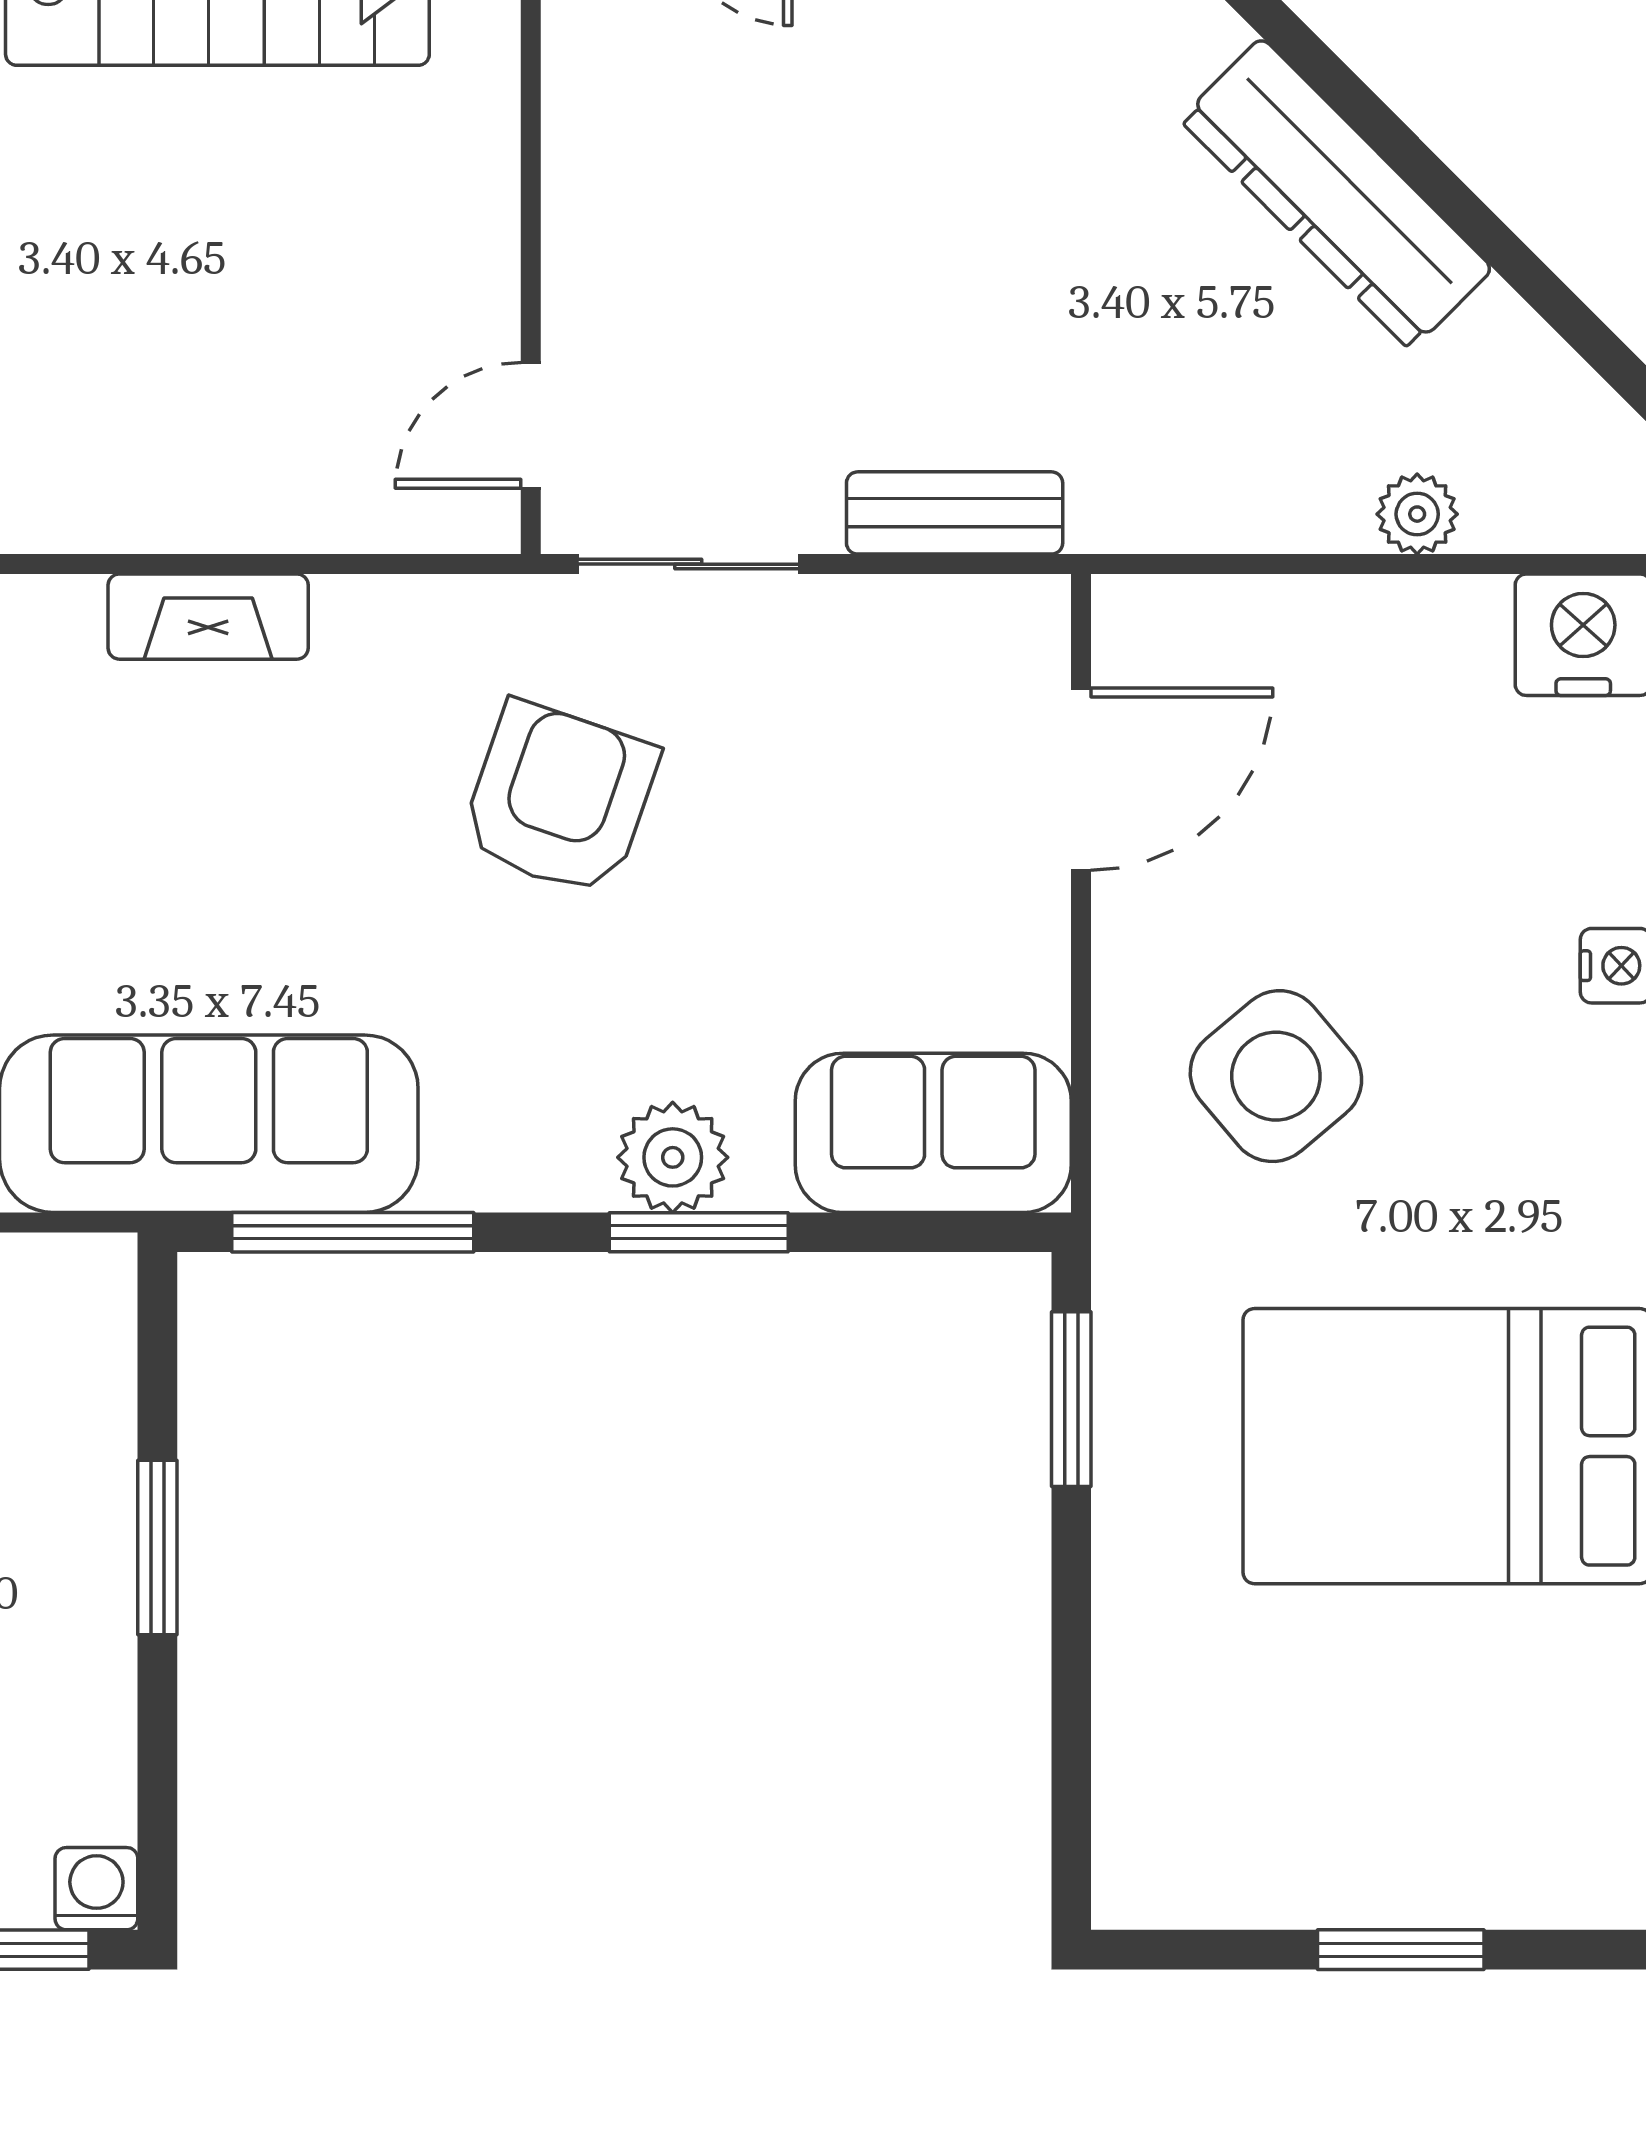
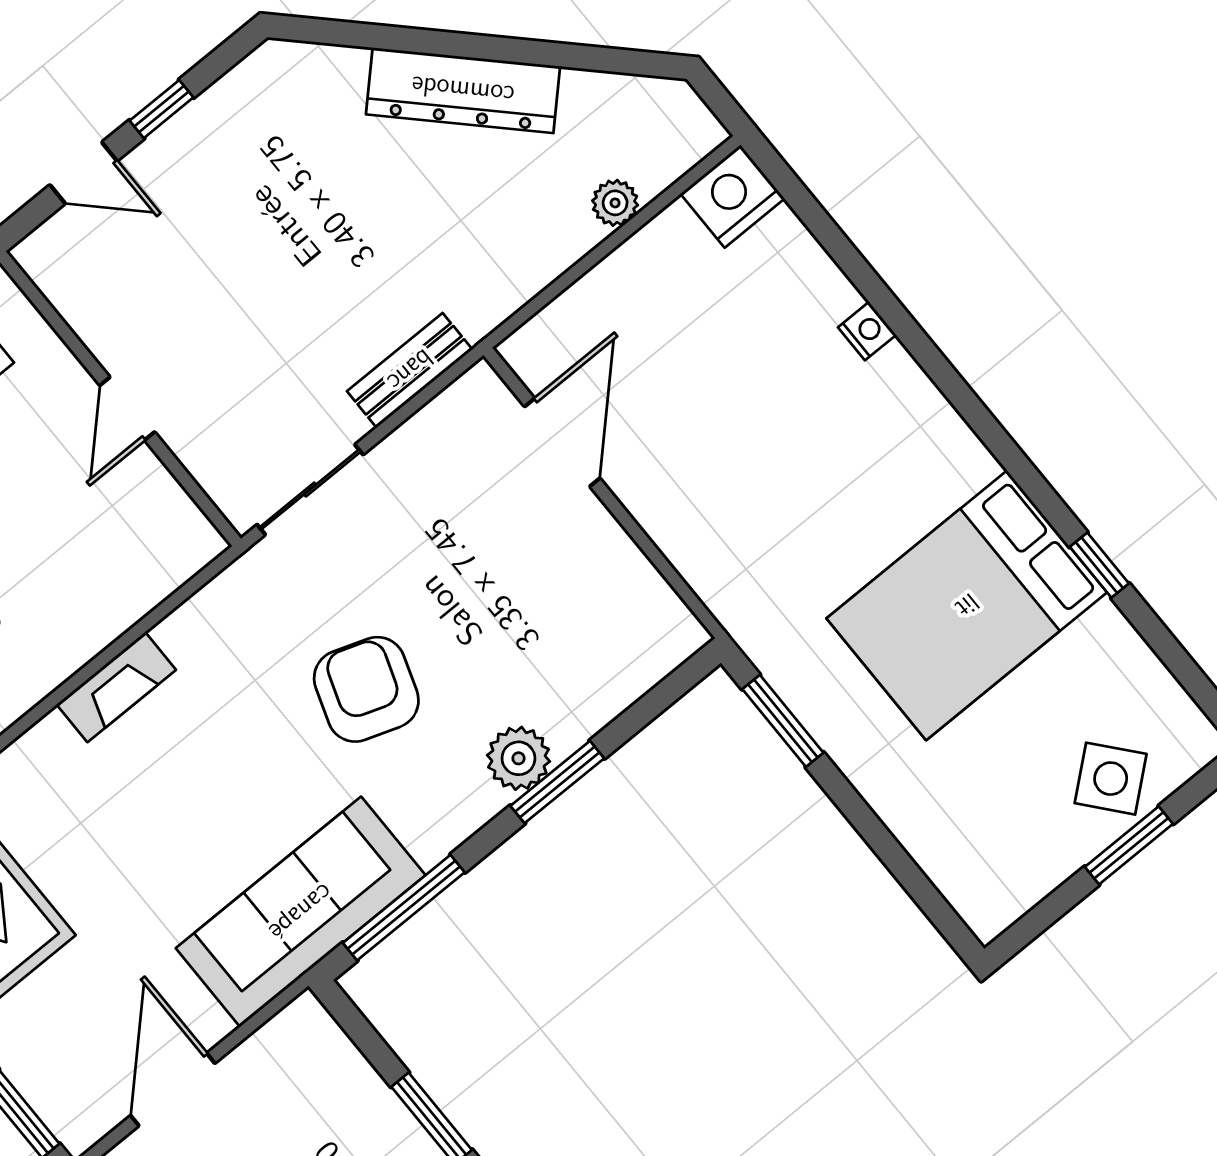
door: (531, 425) -> (127, 409), moved
armchair: (559, 799) -> (366, 689), moved
side table: (1276, 1076) -> (1111, 779), moved, width x0.73, depth x0.73
sofa: (933, 1133) -> (625, 653), removed

